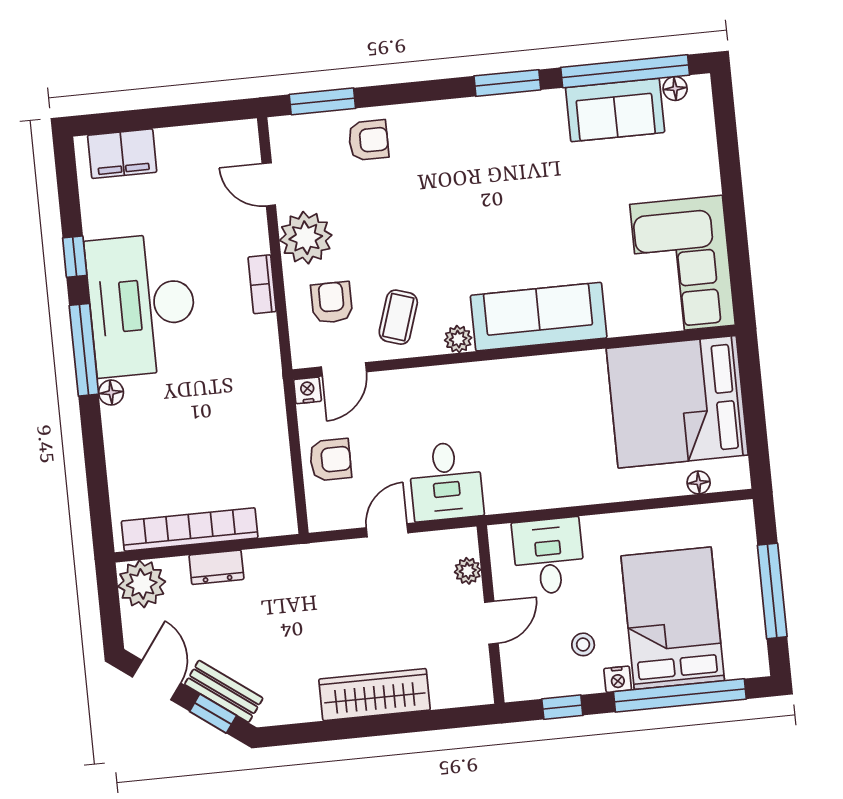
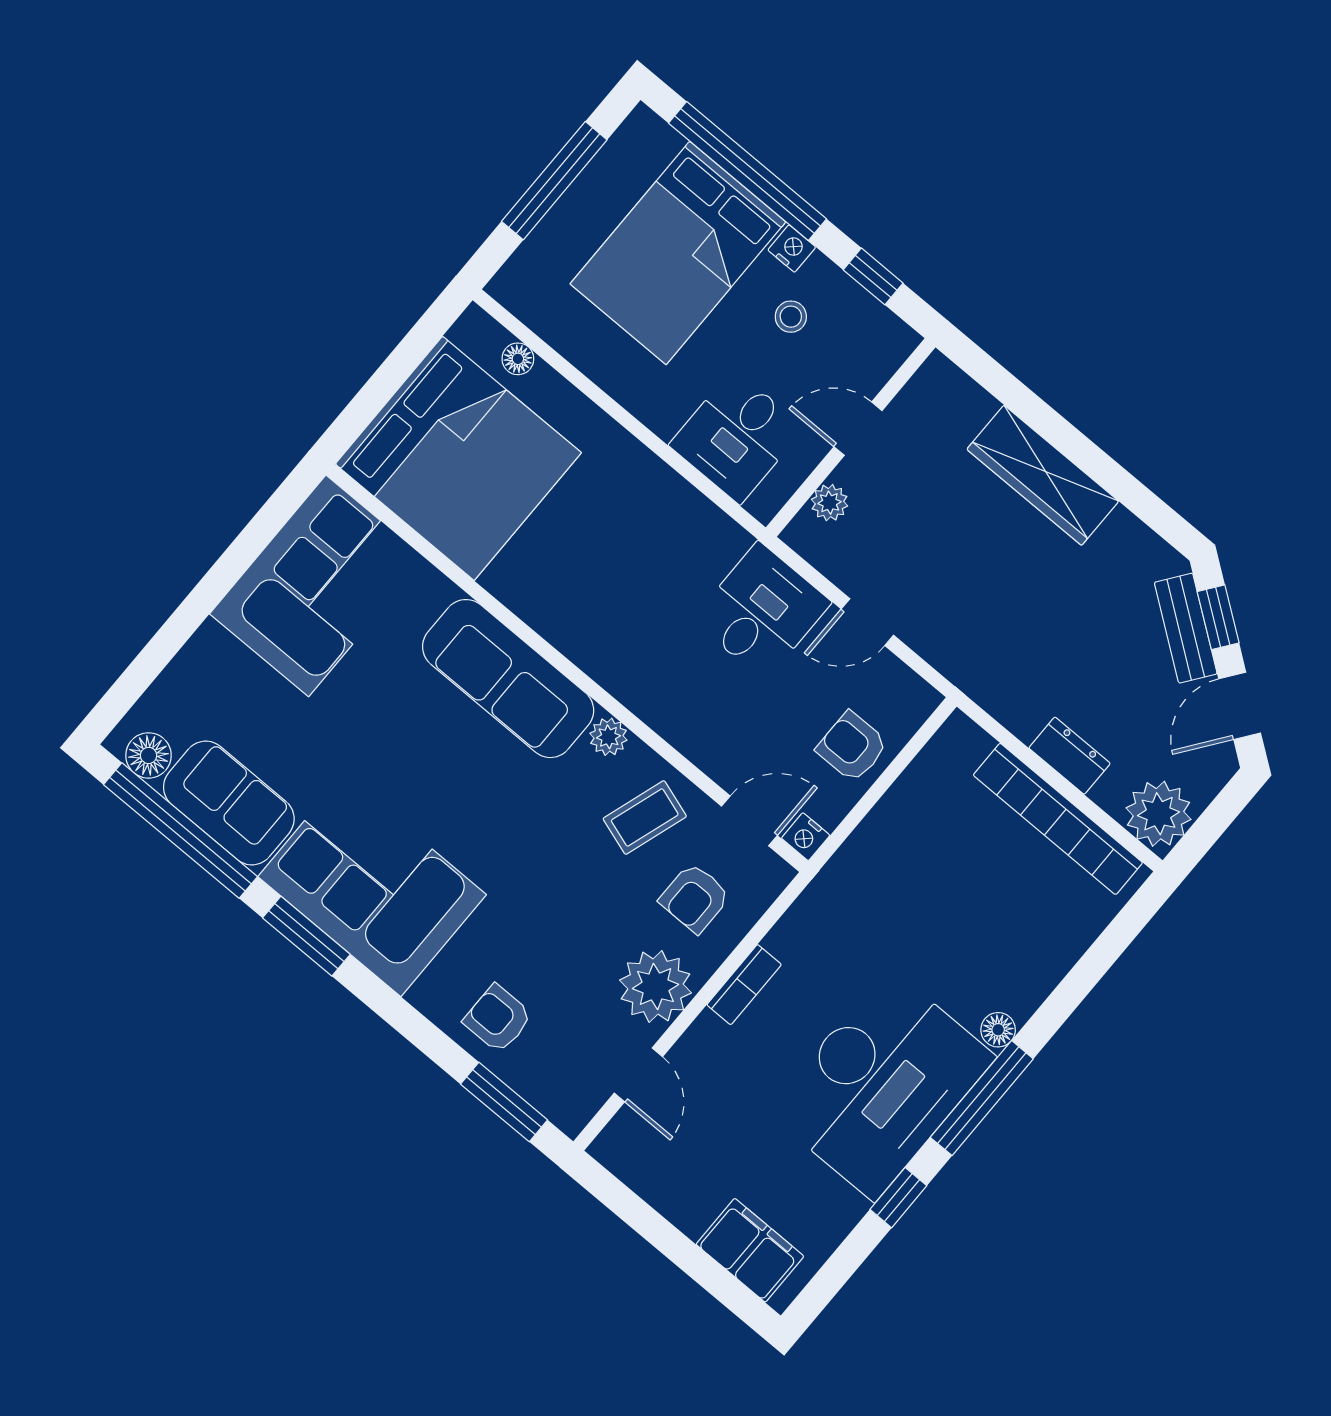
floor lamp: (675, 89) -> (149, 755), width x1.37, depth x1.37
corner sofa: (500, 142) -> (372, 886), added

